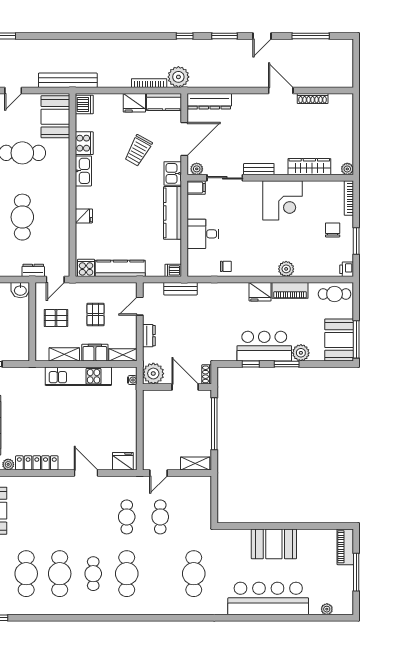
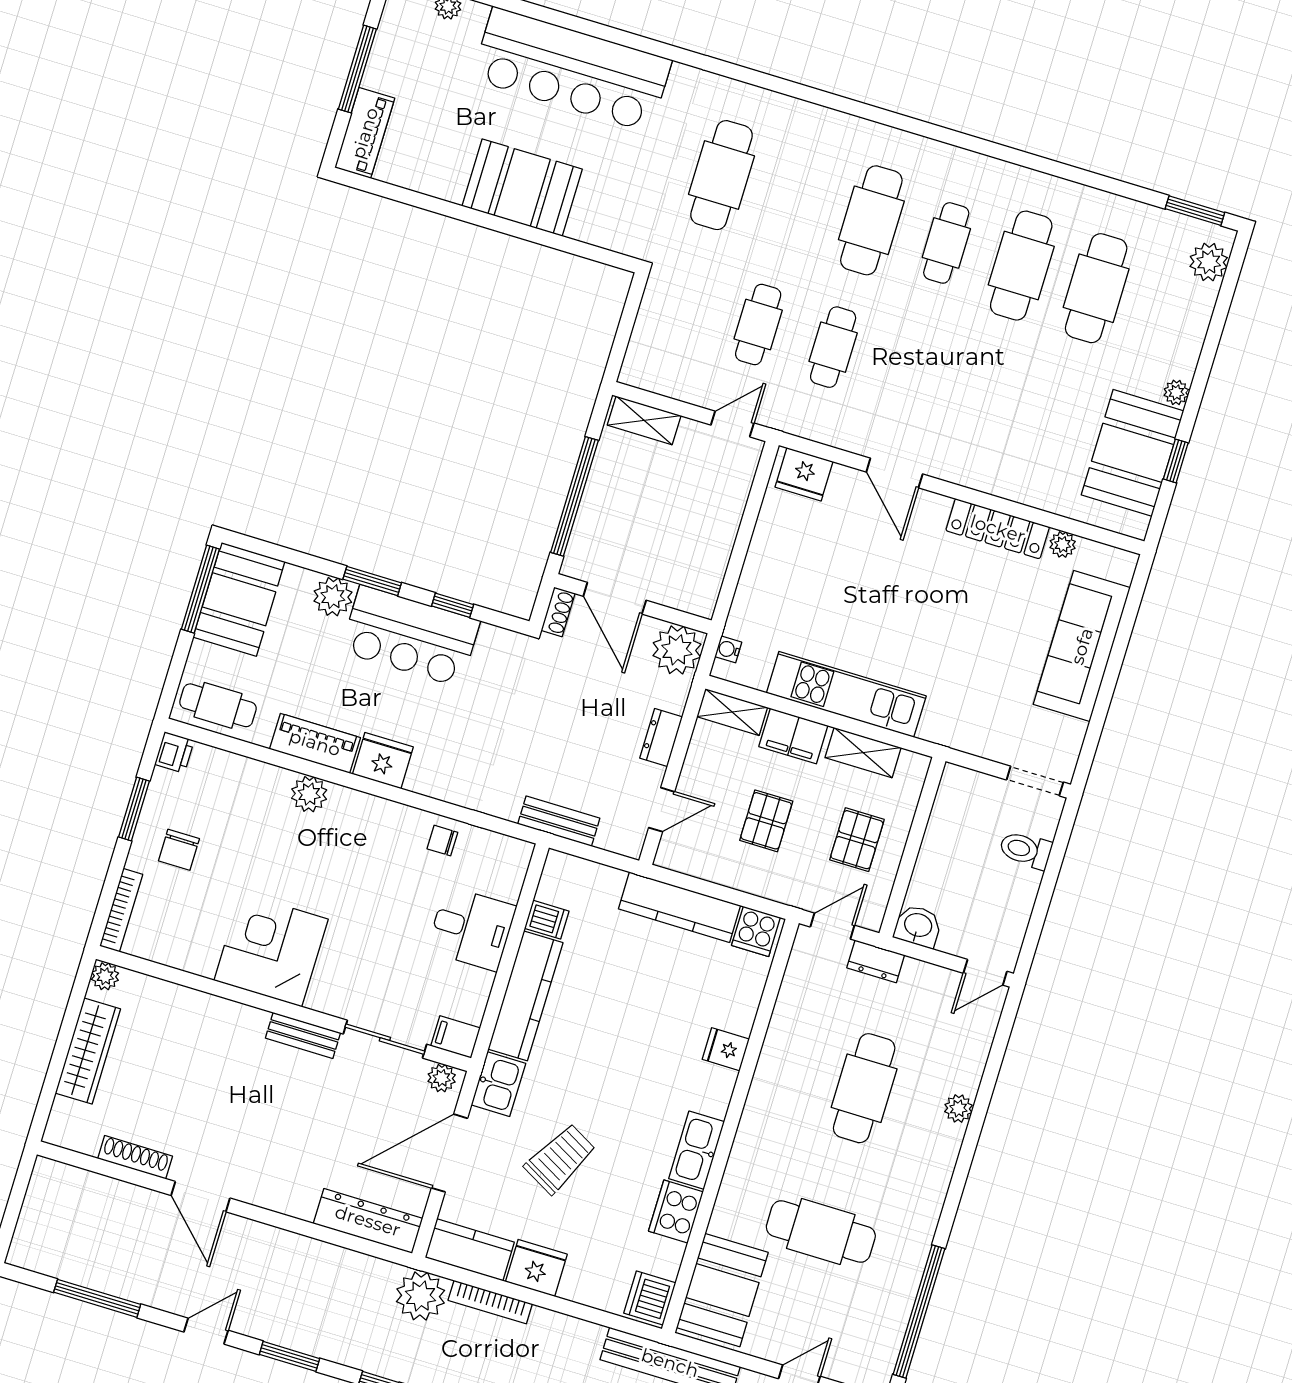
wardrobe: (309, 167) -> (88, 1051), moved, turned -90
dishwasher: (173, 270) -> (547, 920), moved
pallet: (56, 318) -> (857, 840), turned 90

